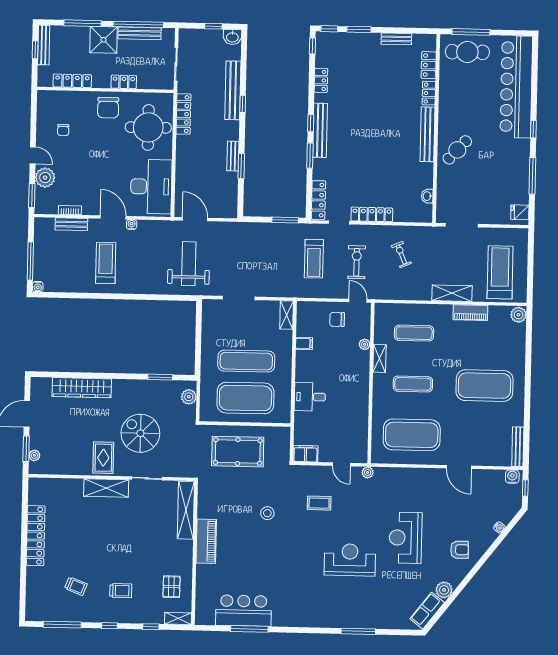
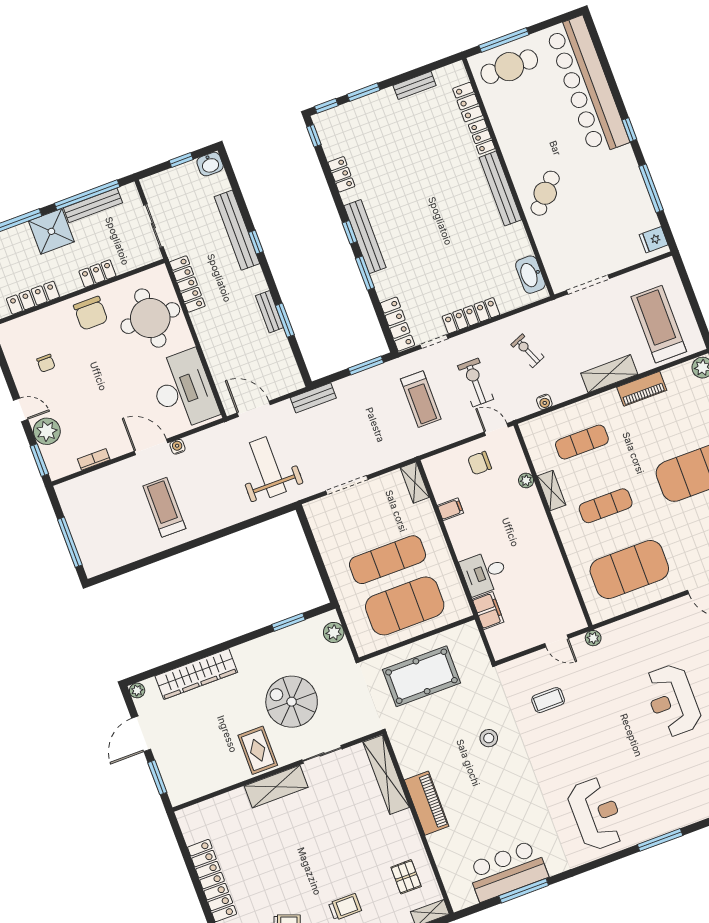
washbasin: (427, 196) -> (530, 275), width x1.91, depth x1.45
bench: (71, 224) -> (313, 398), moved
water cooler: (38, 287) -> (544, 402), moved
filing cabinet: (306, 454) -> (488, 611), moved, turned 90
plant: (34, 455) -> (137, 690), moved
reception desk: (350, 560) -> (596, 814), moved, turned 90

